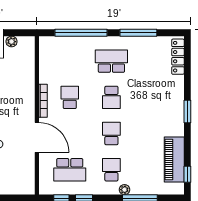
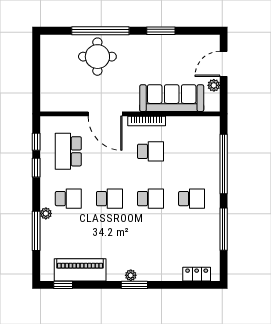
locker: (178, 57) -> (197, 274), width x0.66
school desk: (111, 61) -> (192, 199), width x0.54
sofa: (23, 79) -> (172, 98), added
school desk: (111, 97) -> (150, 199), turned 180
plant: (179, 115) -> (131, 275), added
door: (37, 137) -> (105, 114), hinge flipped

